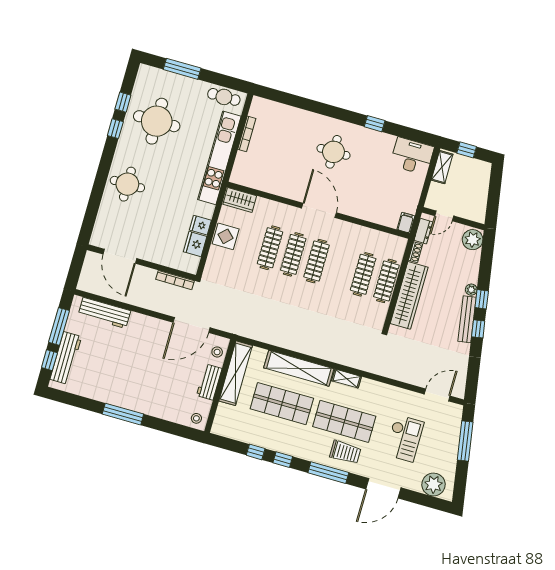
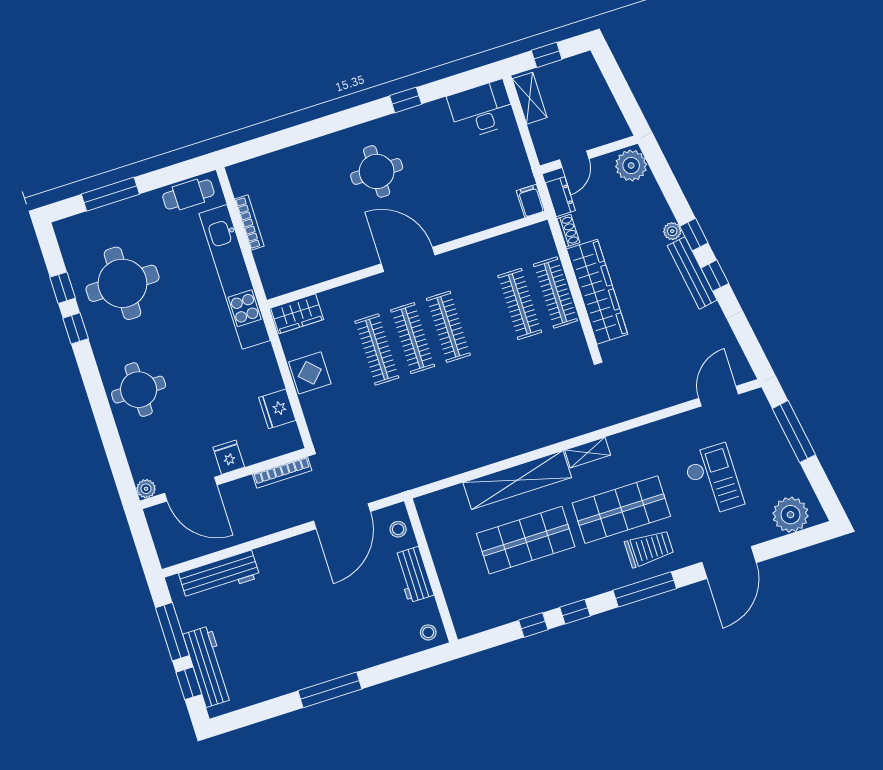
fridge: (200, 225) -> (229, 457), moved, turned 90
plant: (96, 240) -> (146, 489), added
shelving: (236, 373) -> (440, 541), removed

